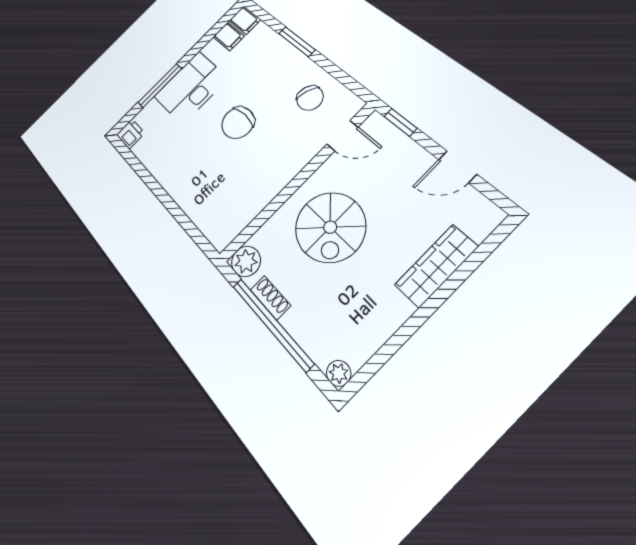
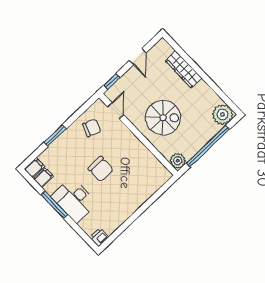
window: (160, 86) -> (54, 205), moved
shoe rack: (270, 298) -> (196, 147), removed
plant: (339, 373) -> (223, 114), width x1.87, depth x1.87

